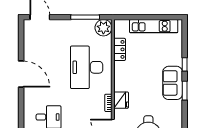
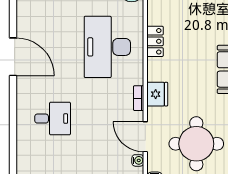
locker: (120, 49) -> (155, 41), moved

